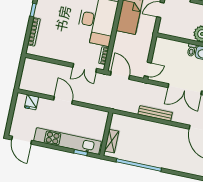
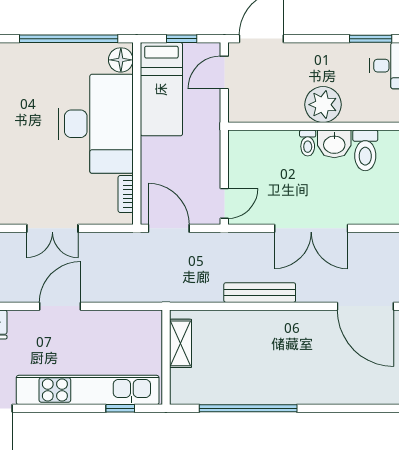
double door: (85, 68) -> (52, 228), moved
door: (63, 100) -> (60, 306), hinge flipped
shelving: (112, 141) -> (180, 343), moved

